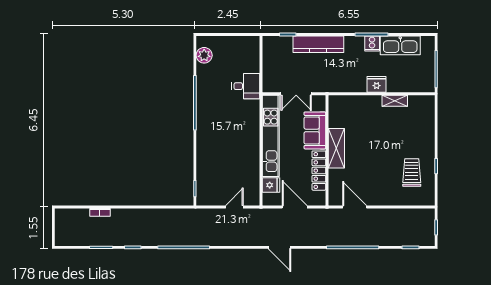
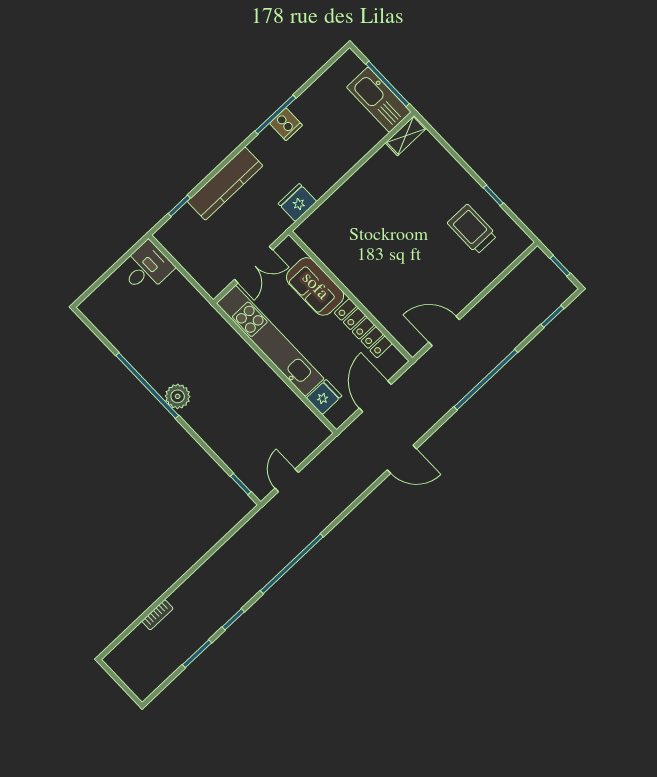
kitchen sink: (400, 45) -> (379, 100), moved, turned 90
plant: (204, 55) -> (178, 396), moved
fridge: (377, 84) -> (297, 203), moved
desk: (246, 86) -> (146, 268), moved
shelving: (395, 101) -> (406, 136), moved
shelving: (336, 148) -> (359, 284), removed
door: (234, 207) -> (287, 480), moved
door: (295, 207) -> (375, 396), hinge flipped

